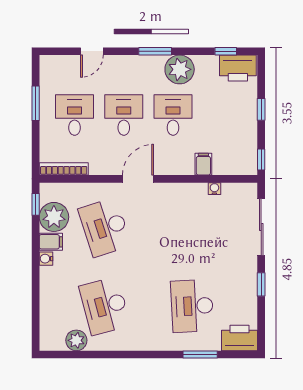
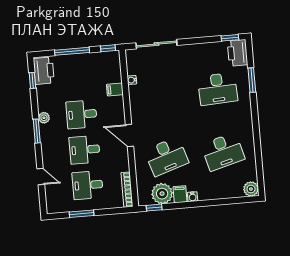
plant: (180, 69) -> (44, 118), width x0.53, depth x0.53
window: (261, 109) -> (72, 51), width x2.17
window: (261, 284) -> (230, 38), moved
plant: (76, 340) -> (251, 189), moved

